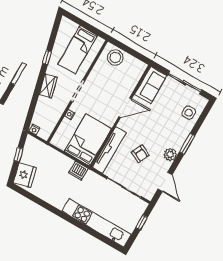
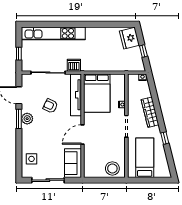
wardrobe: (48, 86) -> (150, 112), width x1.50
window: (187, 144) -> (19, 119), moved
dishwasher: (78, 171) -> (74, 65), moved

